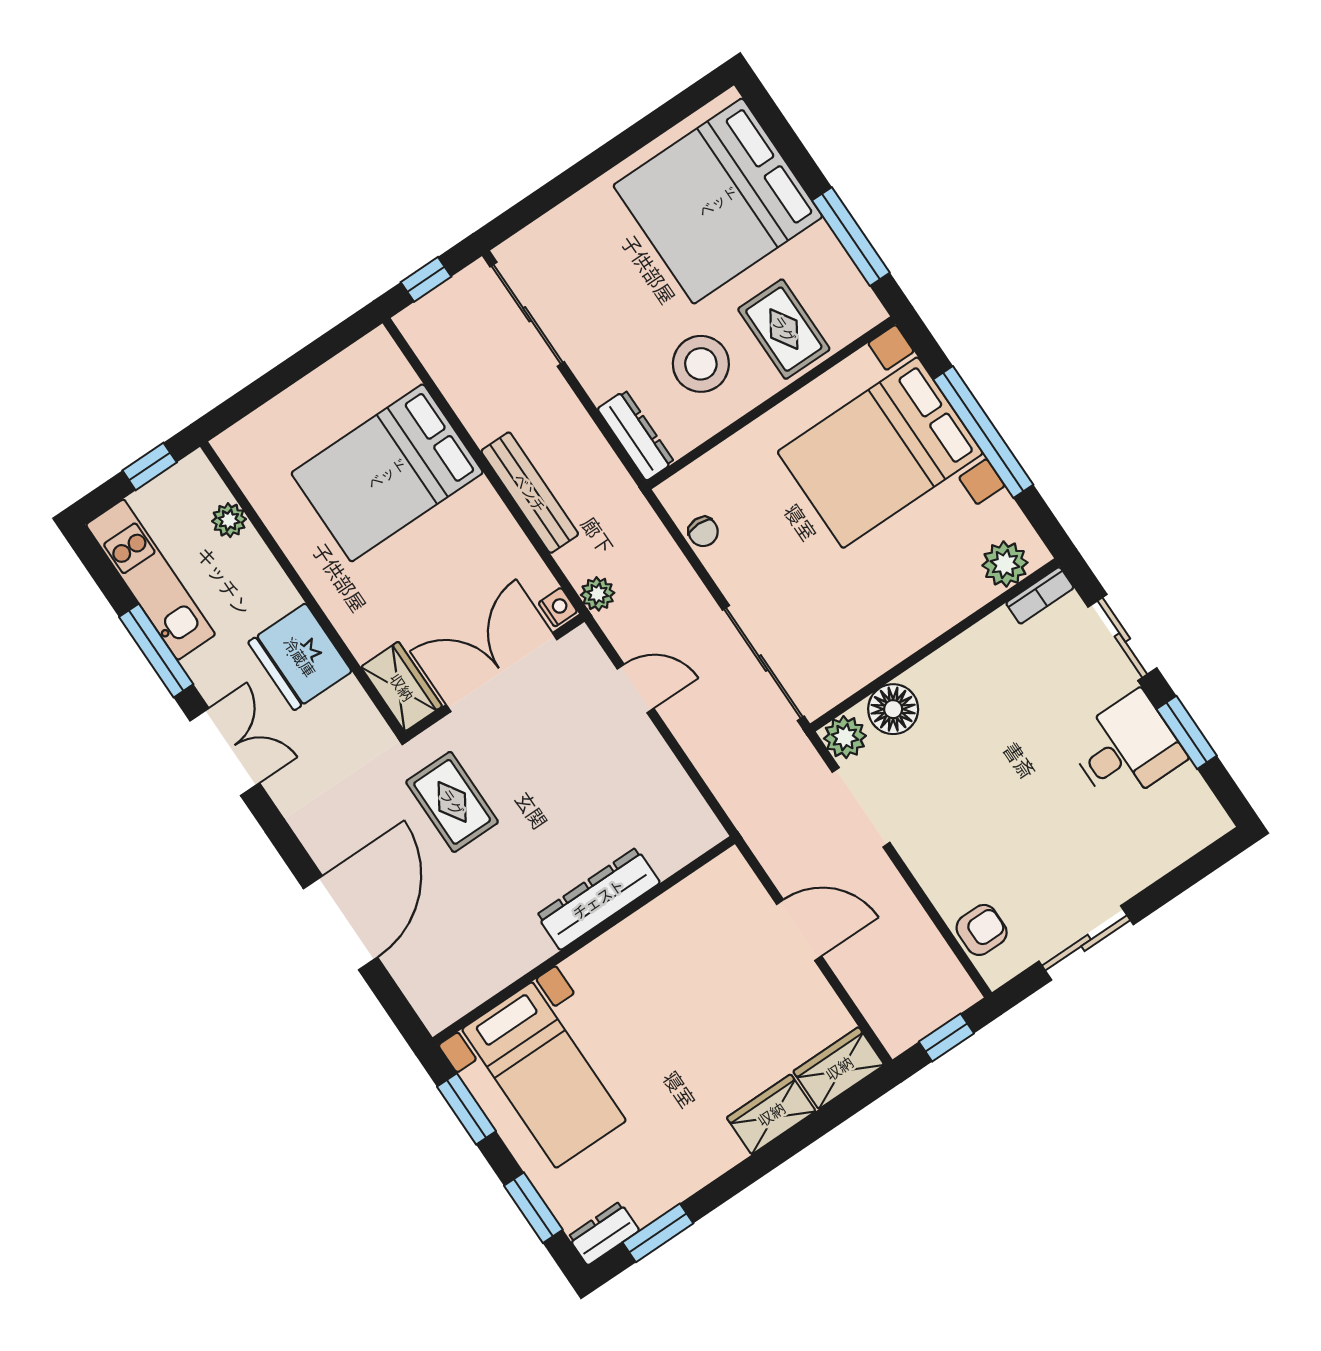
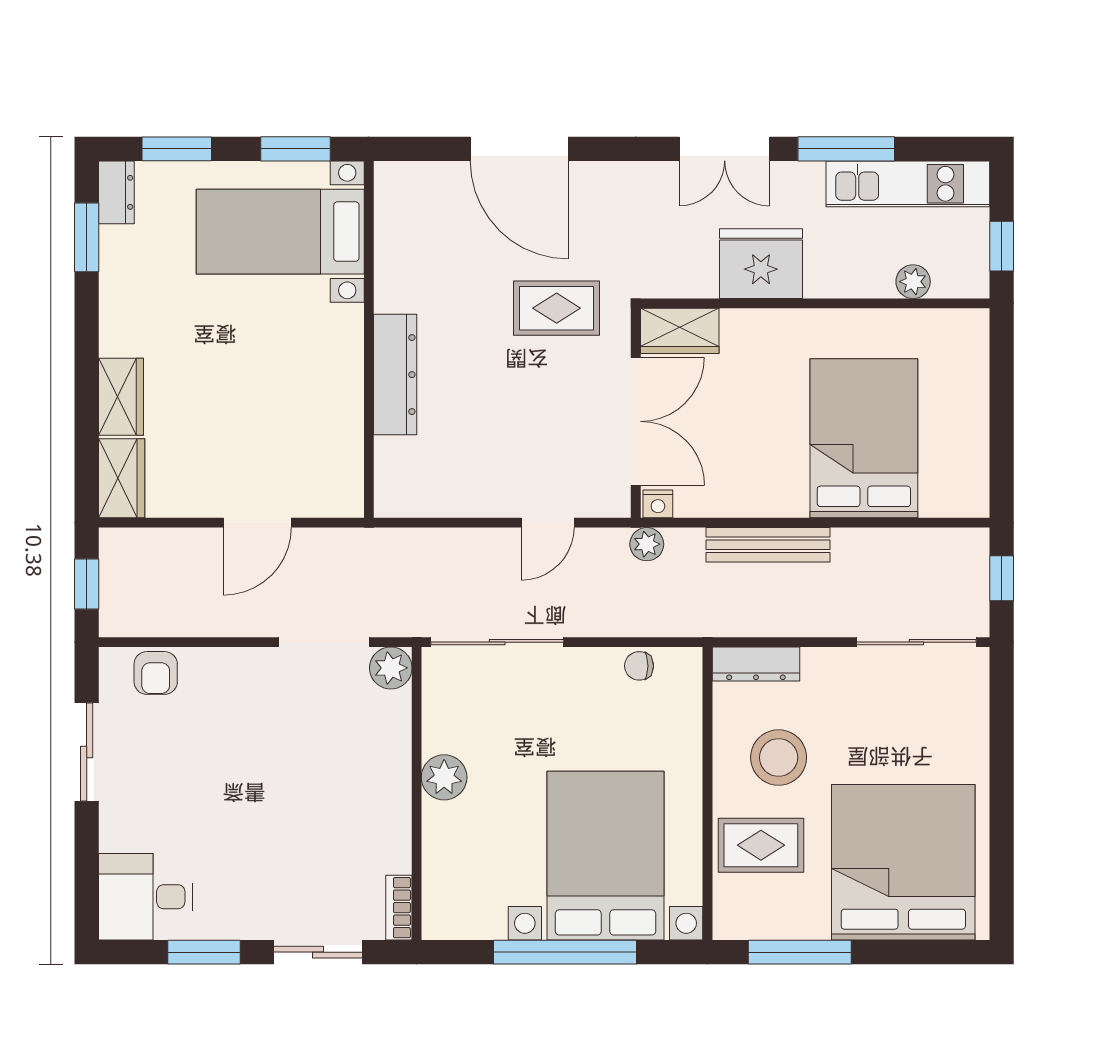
plant: (1005, 564) -> (444, 777), moved
floor lamp: (893, 709) -> (387, 723), removed
desk: (1126, 749) -> (145, 897), moved, turned 90

